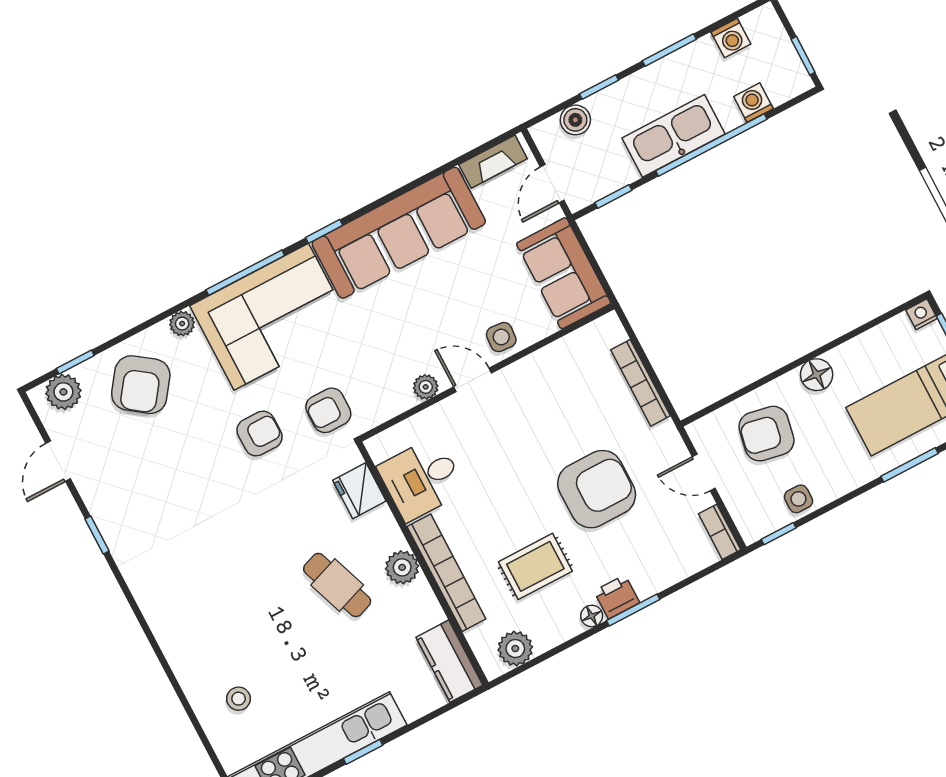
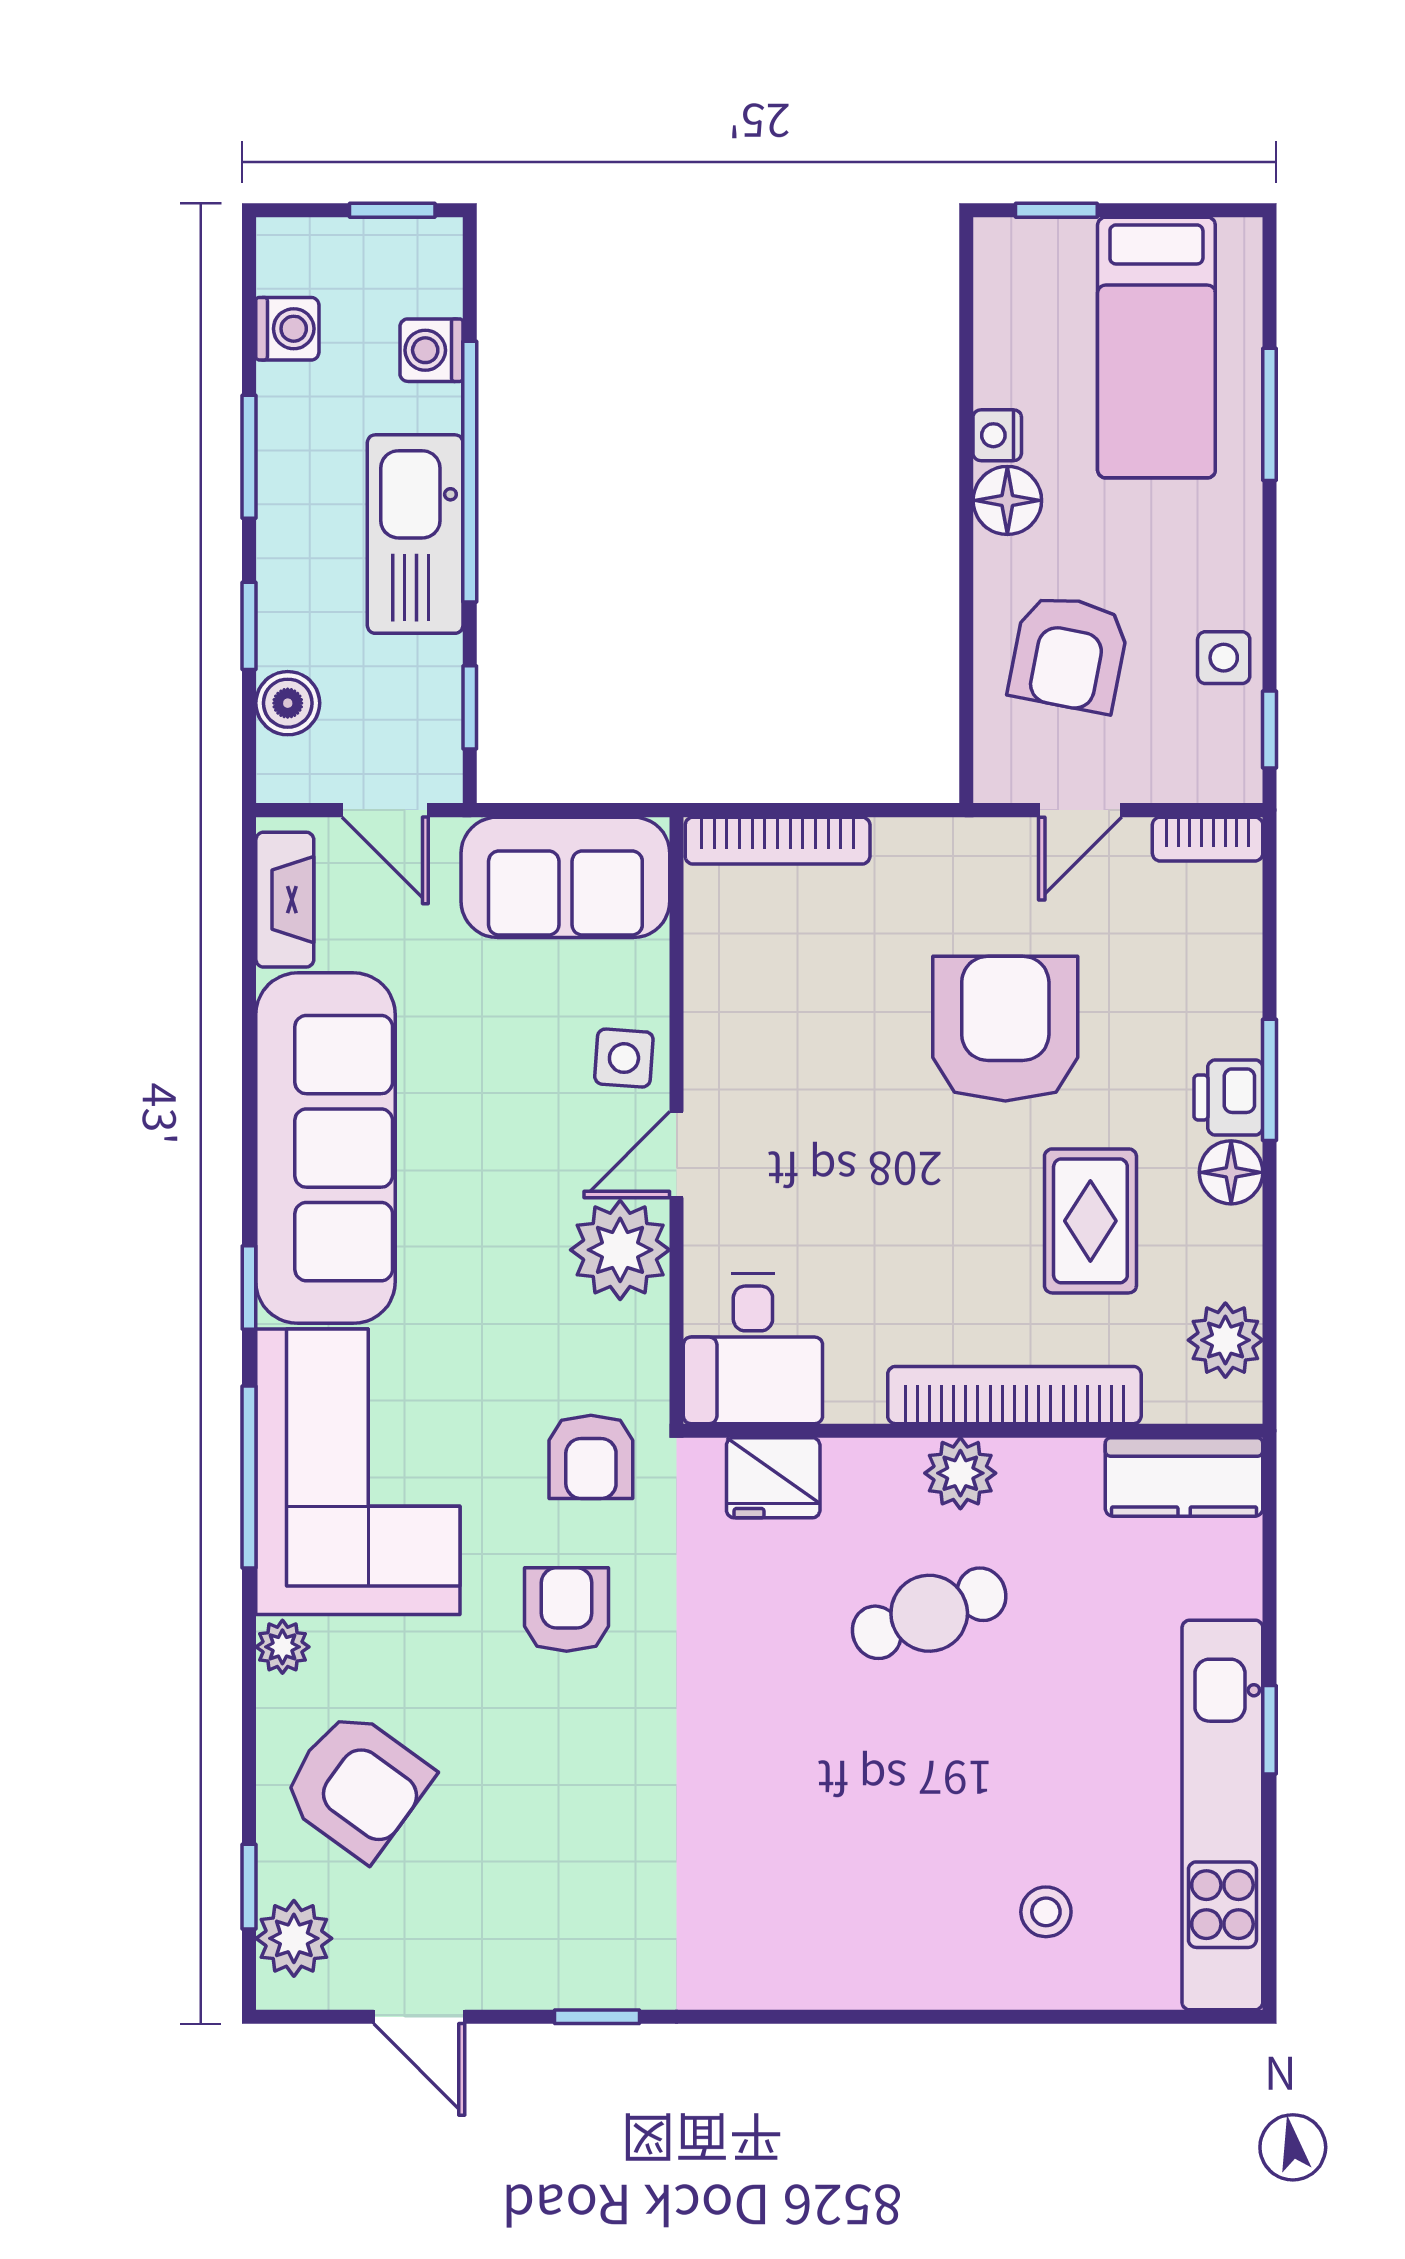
nightstand: (922, 314) -> (997, 435), moved
bookcase: (641, 383) -> (778, 841), moved
plant: (426, 387) -> (620, 1250), width x1.88, depth x1.88
desk: (422, 479) -> (753, 1349), moved
floor lamp: (592, 616) -> (1231, 1172), width x1.37, depth x1.37

